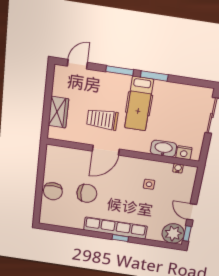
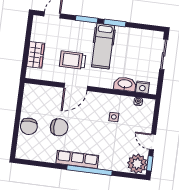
row of seats: (115, 228) -> (77, 159), width x0.73
window: (120, 238) -> (89, 170), width x3.17

